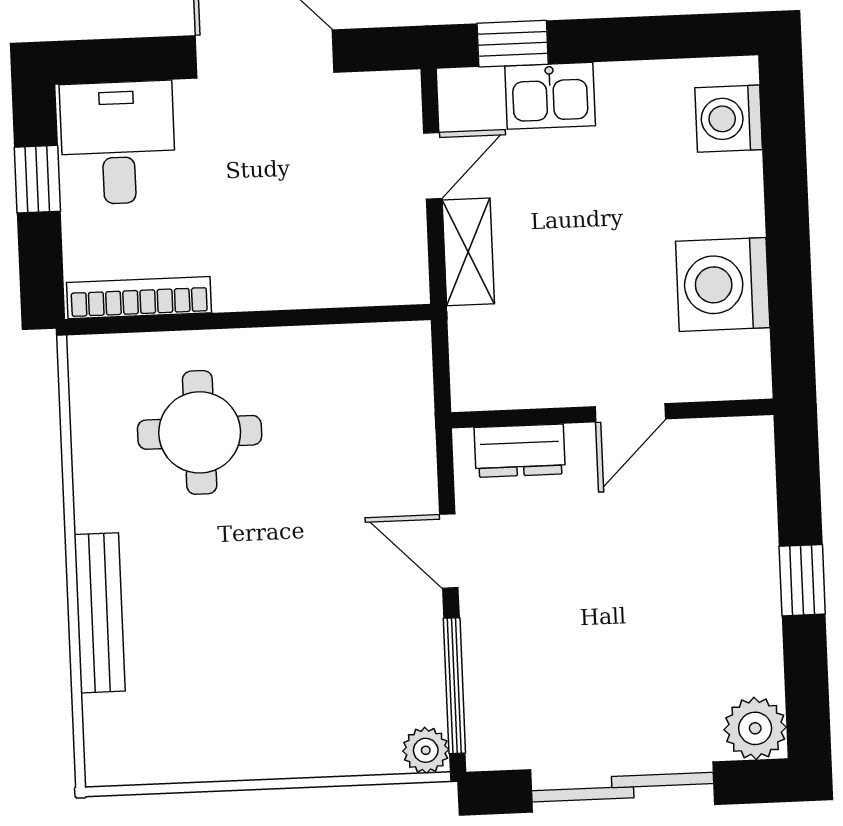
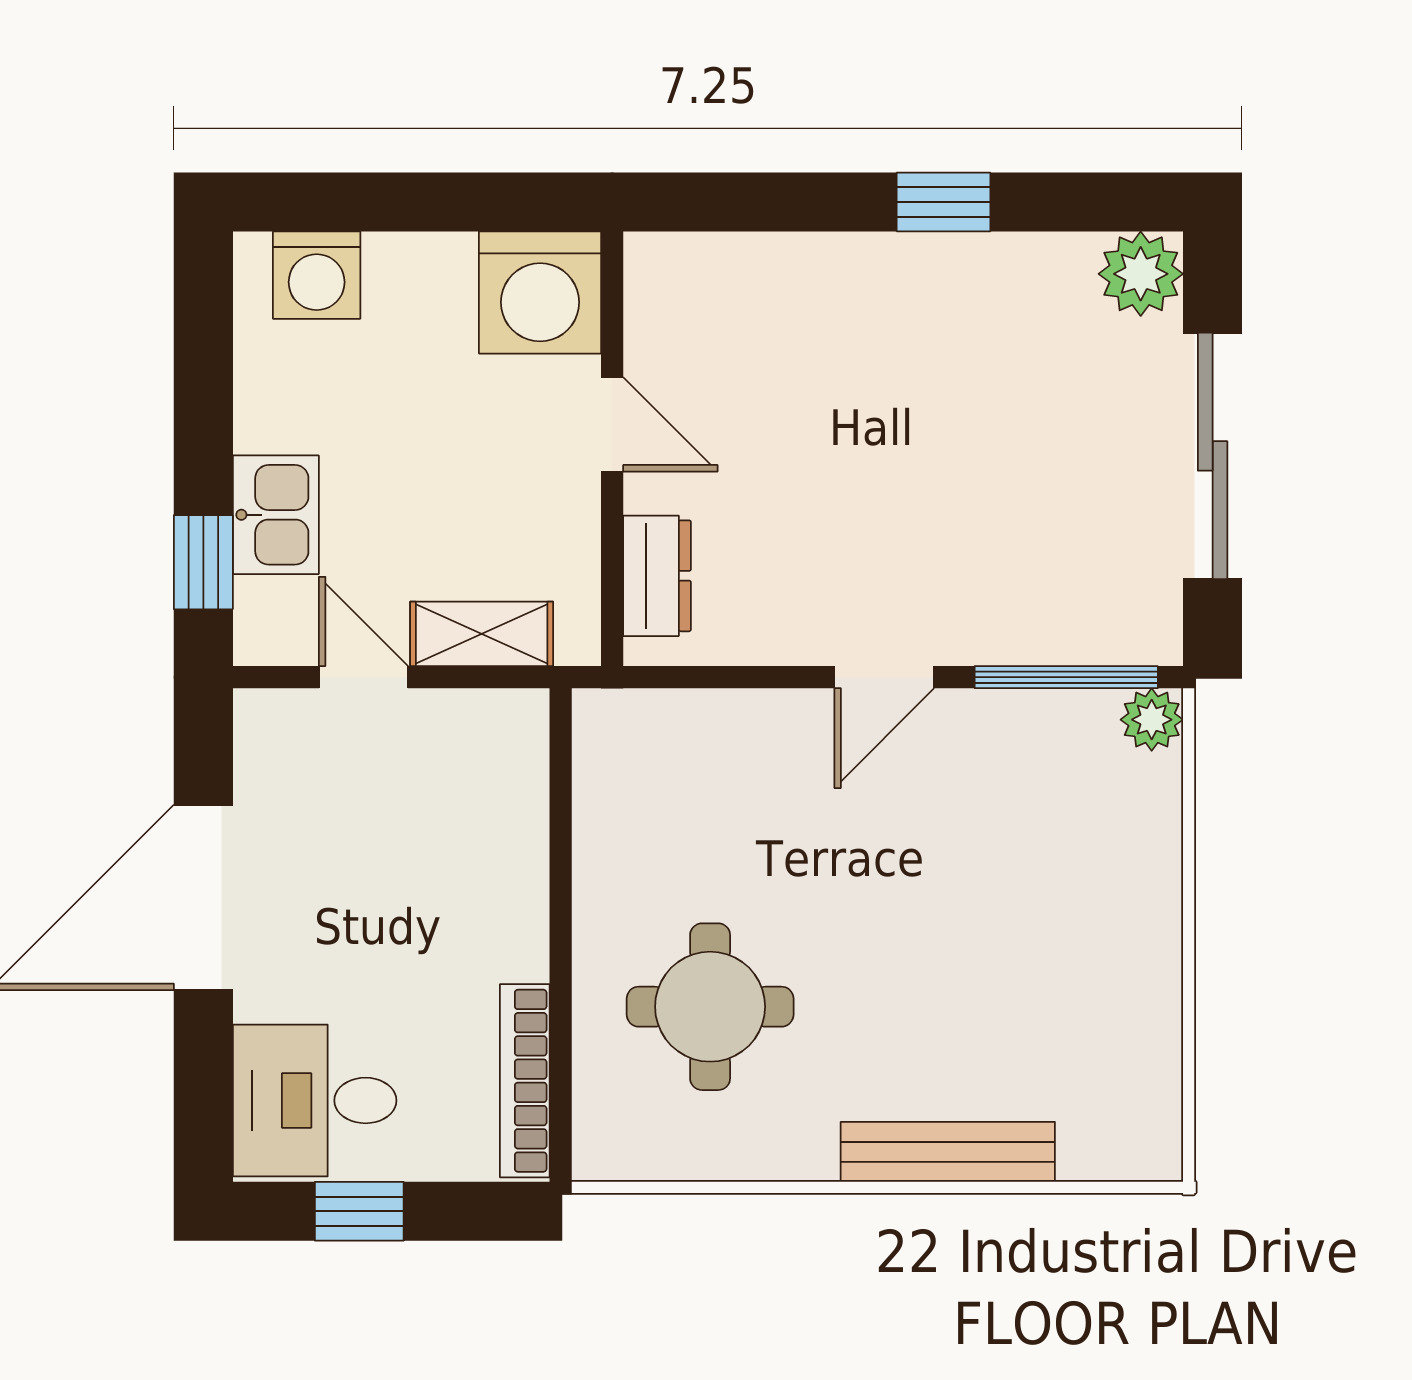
door: (630, 413) -> (612, 424), moved
wall: (612, 414) -> (612, 449), moved
dresser: (520, 451) -> (657, 576), moved

